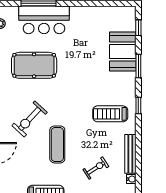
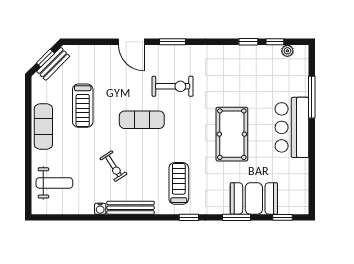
bar counter: (44, 20) -> (292, 127), moved
pool table: (34, 65) -> (232, 134), moved
exercise bike: (30, 119) -> (173, 86), turned 137

